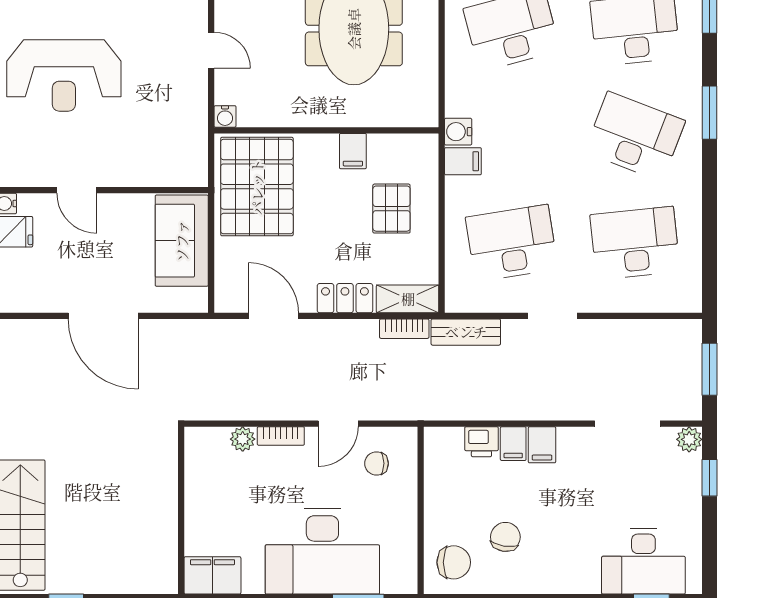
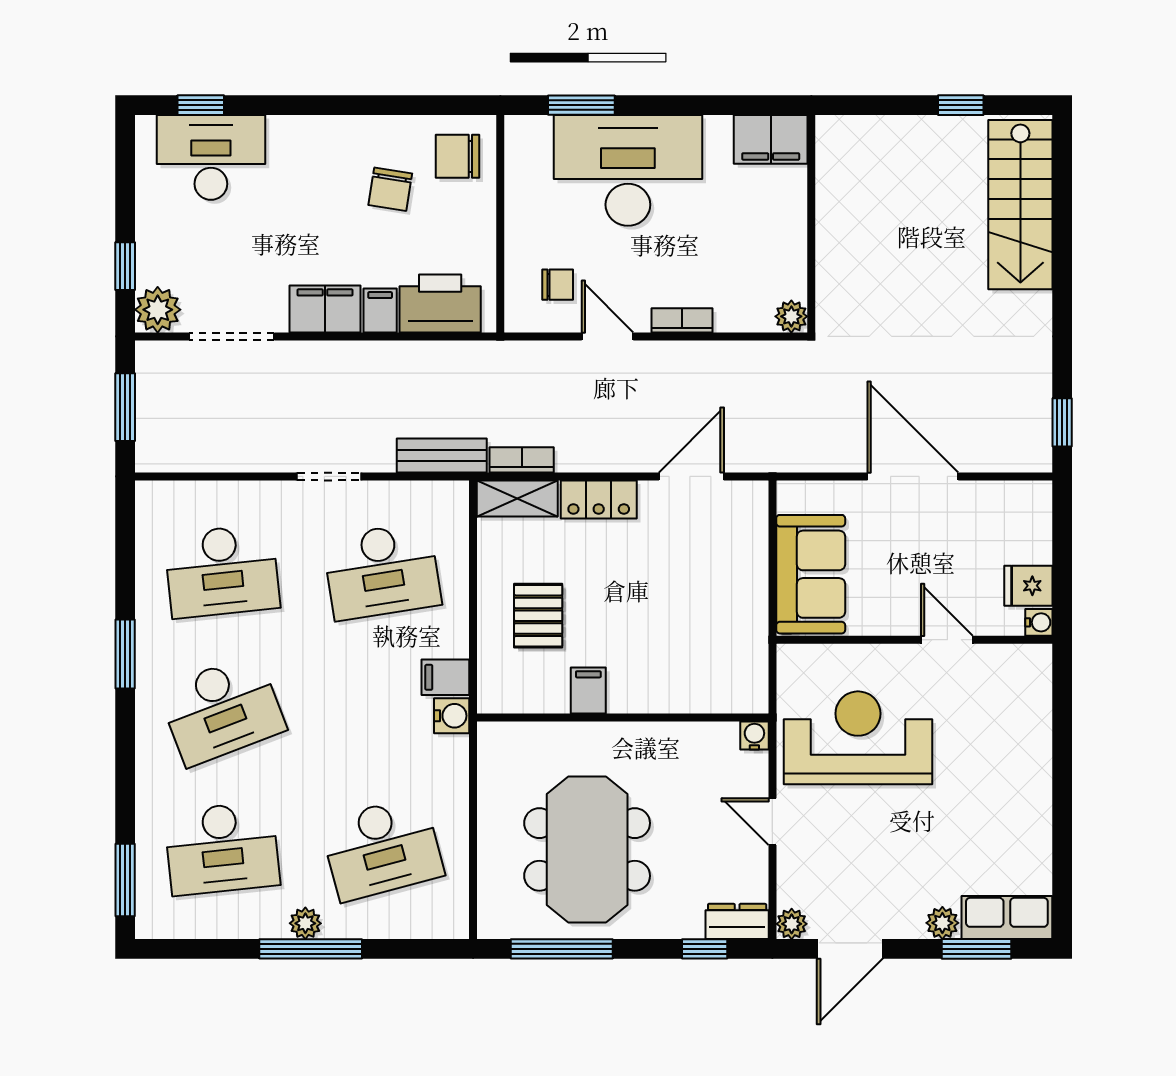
reception desk: (64, 75) -> (858, 738), moved
window: (710, 113) -> (125, 654), moved
desk: (635, 136) -> (222, 710), turned -42
pallet: (257, 187) -> (713, 644), removed
door: (274, 316) -> (691, 476), swing flipped
door: (338, 424) -> (607, 336), hinge flipped
plant: (243, 439) -> (791, 316), moved
plant: (689, 439) -> (158, 310), width x1.38, depth x1.38
printer: (481, 442) -> (440, 304), width x1.87, depth x1.48
filing cabinet: (542, 445) -> (325, 309), width x2.00

